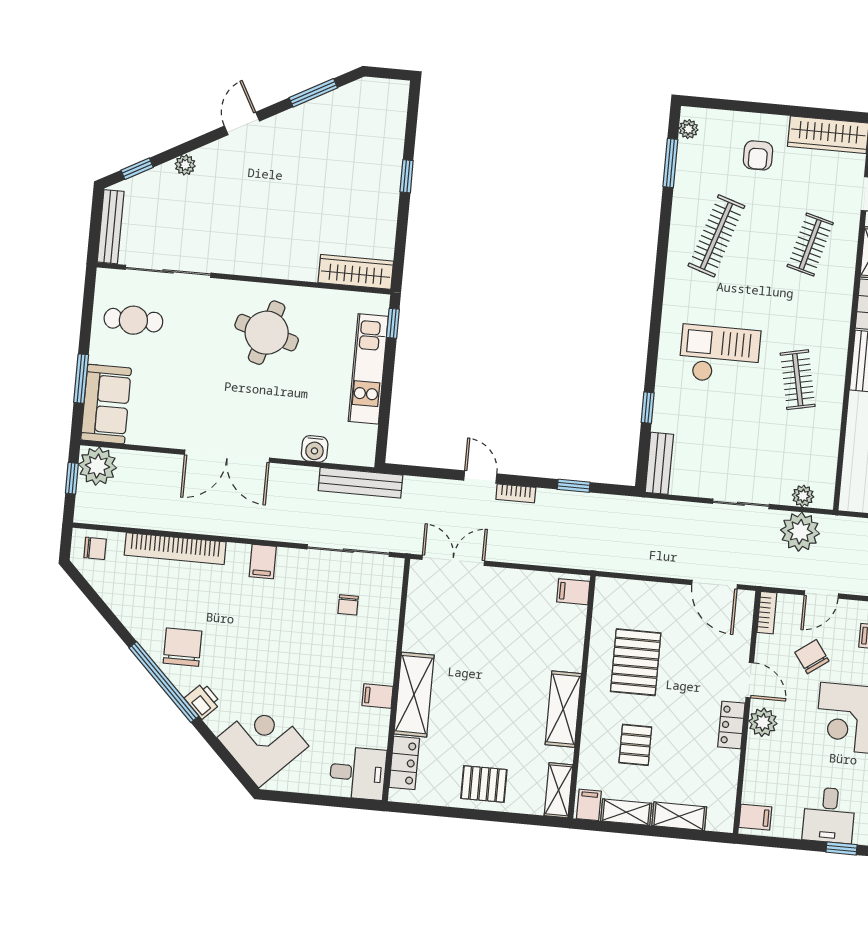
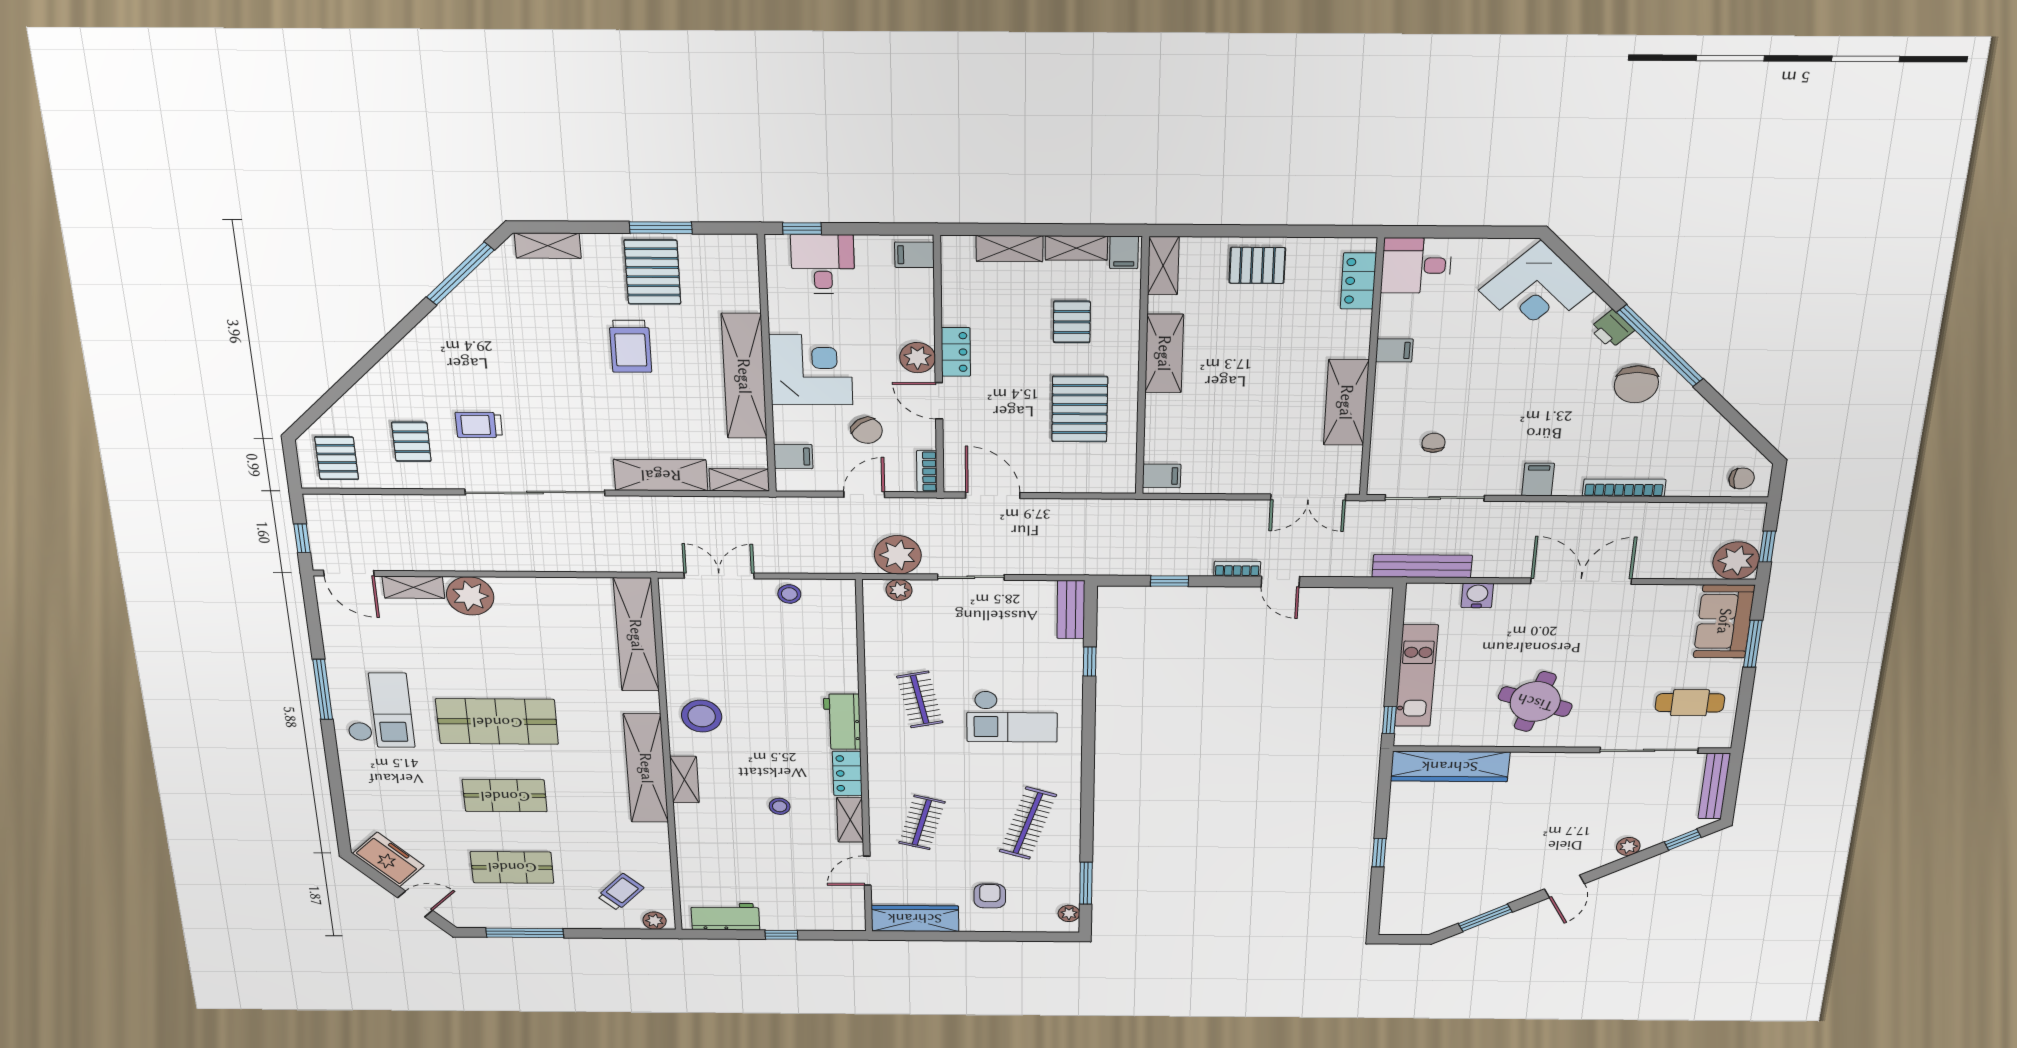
wardrobe: (356, 272) -> (1450, 766), width x1.40, depth x1.17
chair: (95, 548) -> (1742, 478), turned 180
bookcase: (175, 549) -> (1624, 488), width x0.68, depth x0.76
shelving: (414, 695) -> (1346, 402), moved

